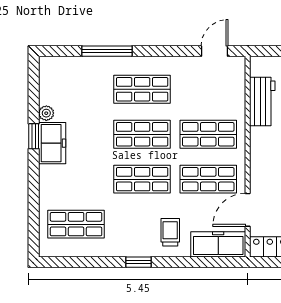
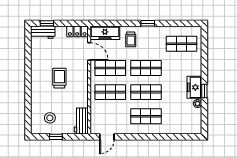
window: (107, 51) -> (165, 137), removed
workbench: (262, 101) -> (81, 121), moved
door: (248, 210) -> (89, 51), hinge flipped

